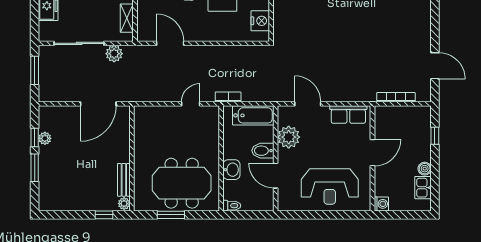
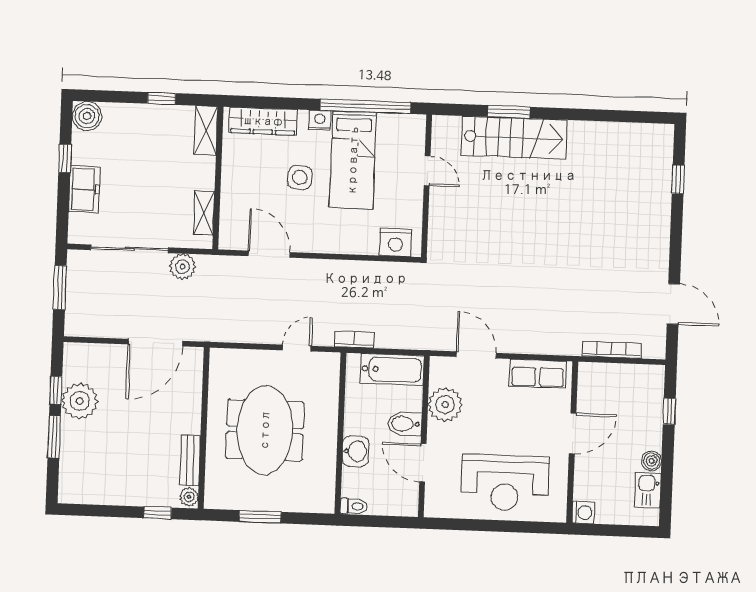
nightstand: (260, 21) -> (396, 242), moved, turned 90
plant: (45, 138) -> (80, 401), width x1.87, depth x1.87
meeting table: (182, 183) -> (265, 430), moved, turned 90

